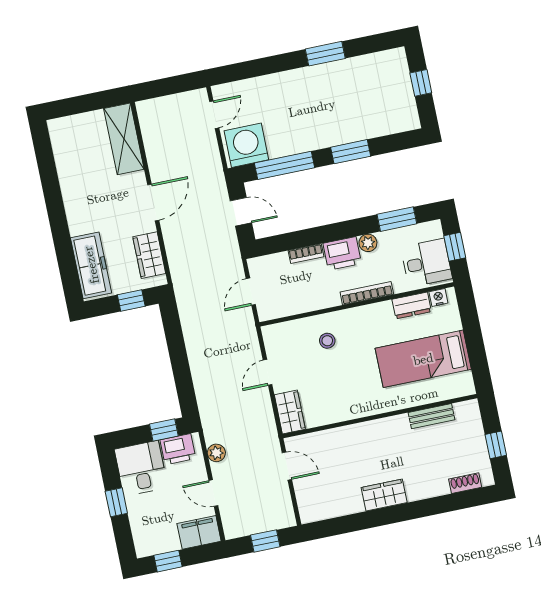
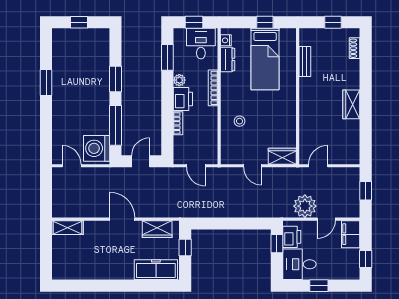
shelving: (124, 139) -> (68, 228), width x0.67, depth x0.75
window: (476, 348) -> (265, 22), added
plant: (216, 453) -> (305, 206), width x1.87, depth x1.87

